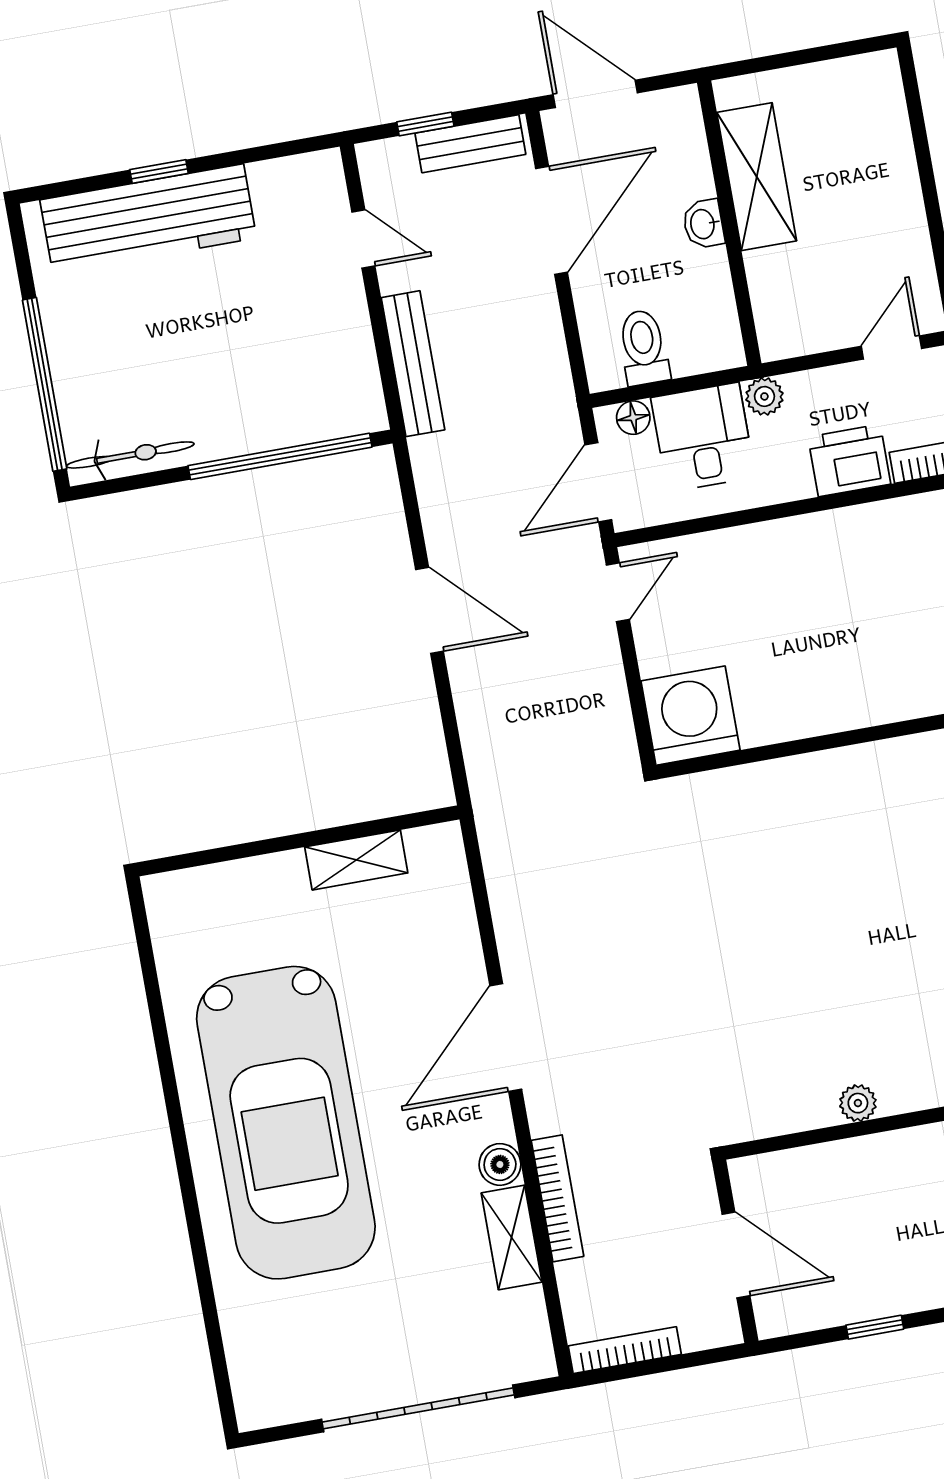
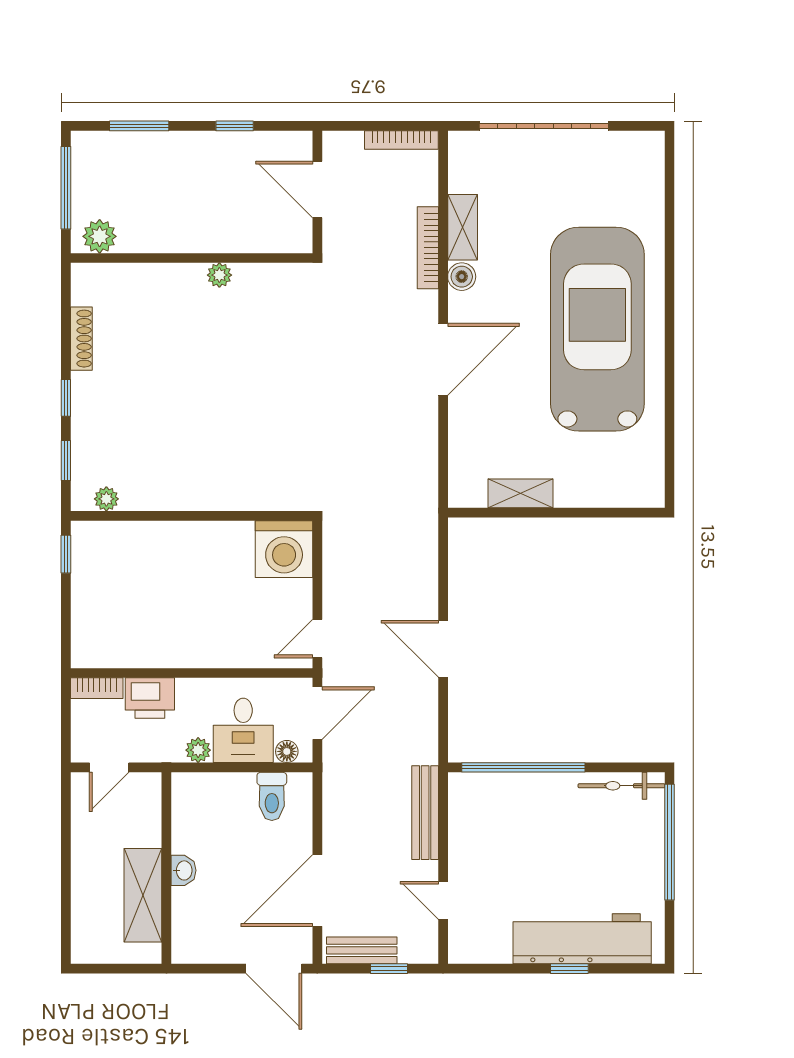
shelving: (757, 177) -> (143, 895), moved
wall: (729, 223) -> (166, 868), moved
washbasin: (703, 224) -> (183, 870), moved

